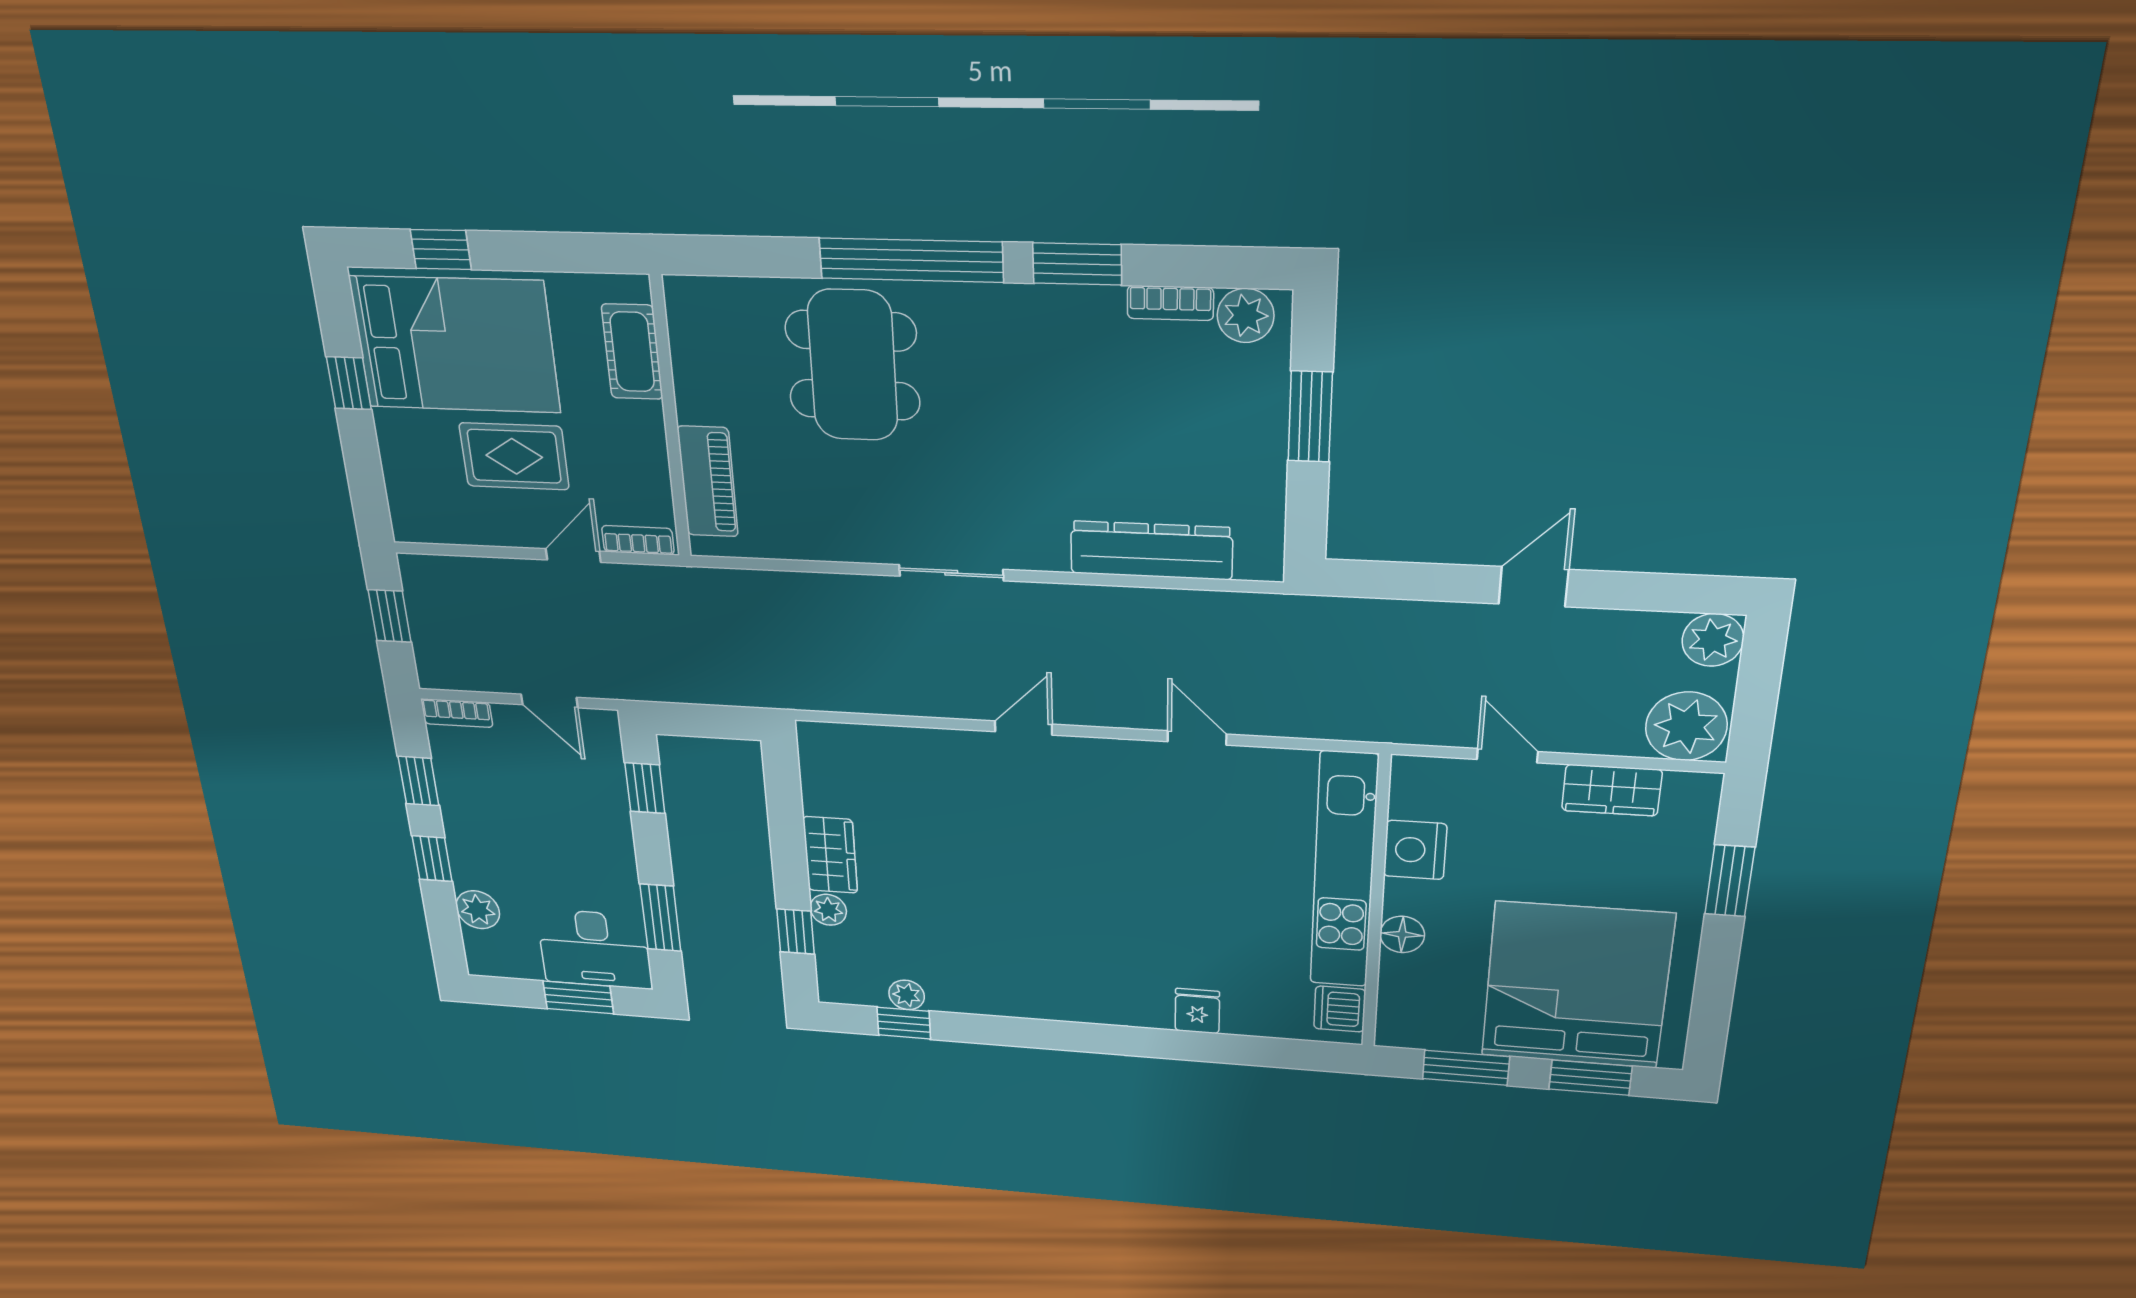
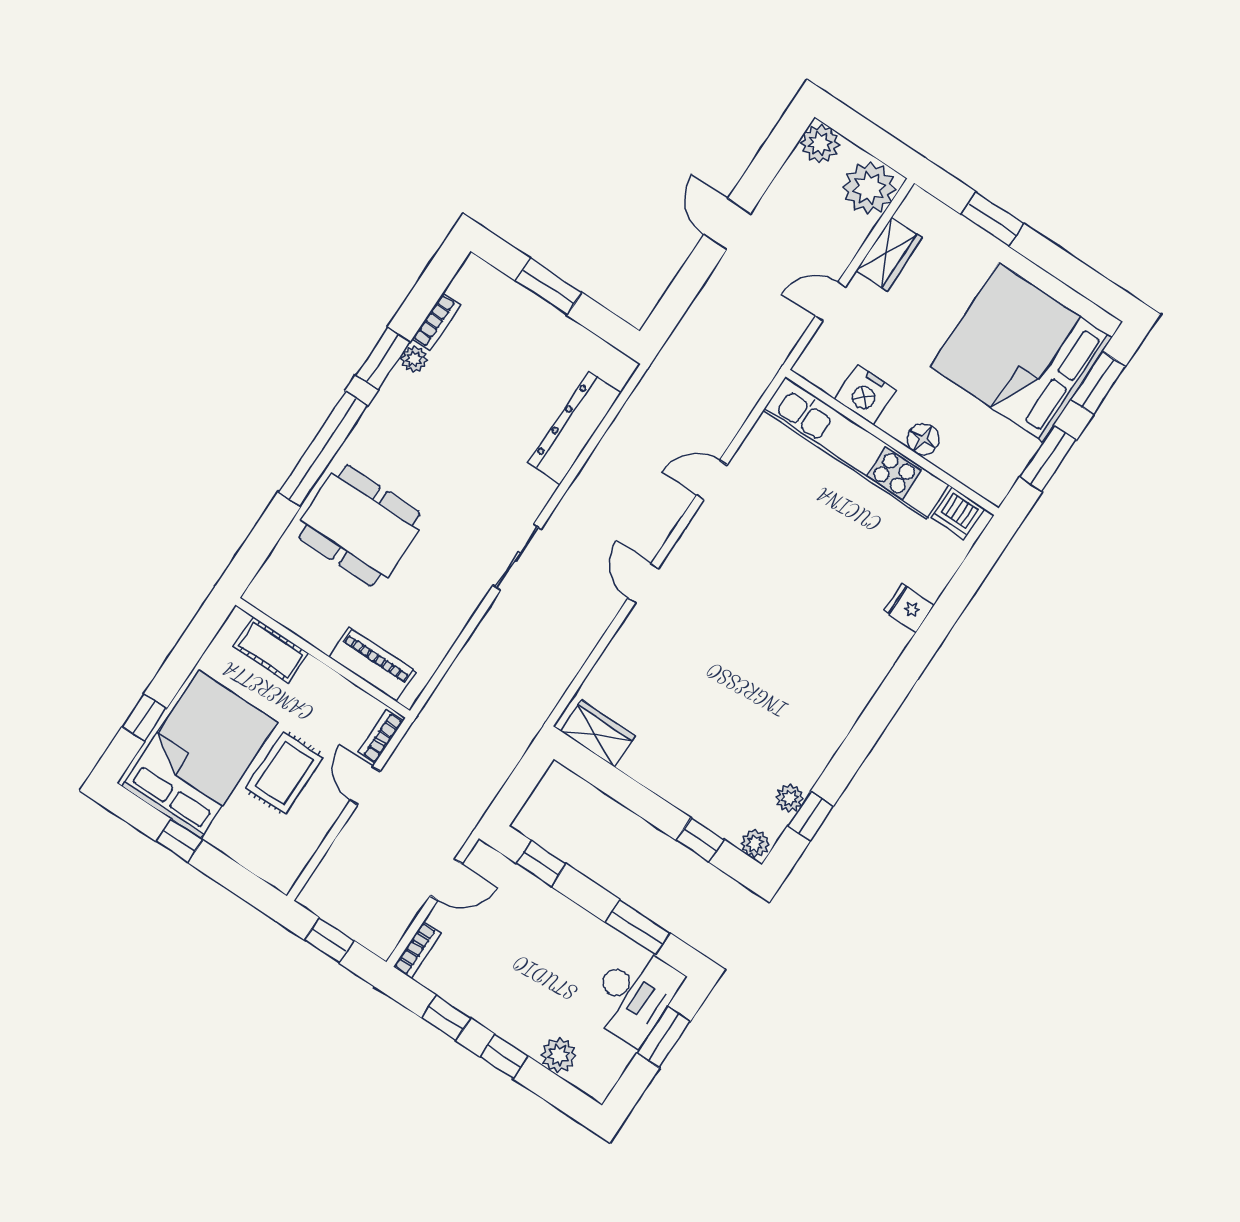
plant: (1246, 315) -> (414, 359), moved, width x0.73, depth x0.73
wardrobe: (830, 855) -> (598, 734), moved
plant: (828, 910) -> (755, 844), moved

